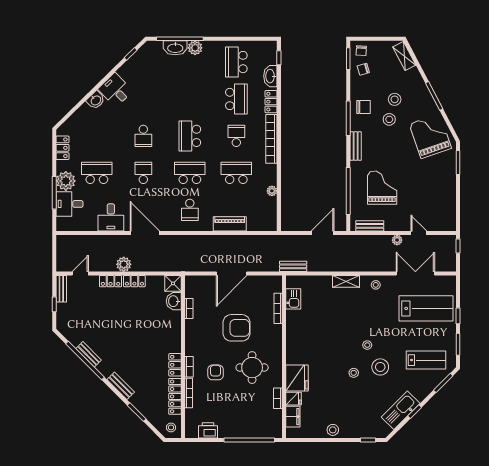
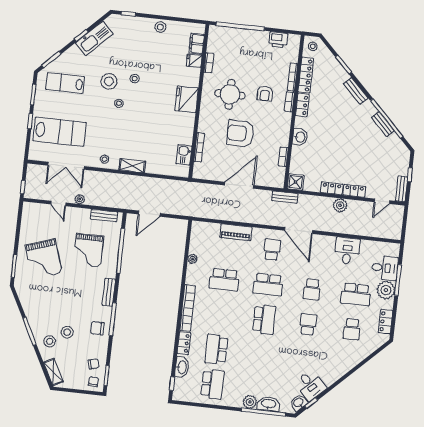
desk: (115, 90) -> (311, 385), moved
washbasin: (96, 100) -> (299, 403), moved
stool: (389, 119) -> (50, 341), moved
school desk: (236, 136) -> (352, 329), moved
grand piano: (430, 136) -> (44, 259), moved
door: (145, 233) -> (299, 230), moved
bench: (293, 266) -> (285, 197), moved
washbasin: (174, 301) -> (300, 137), moved
lab bench: (426, 308) -> (60, 132), turned 180
fridge: (297, 378) -> (187, 99), moved

